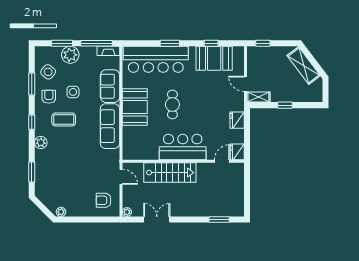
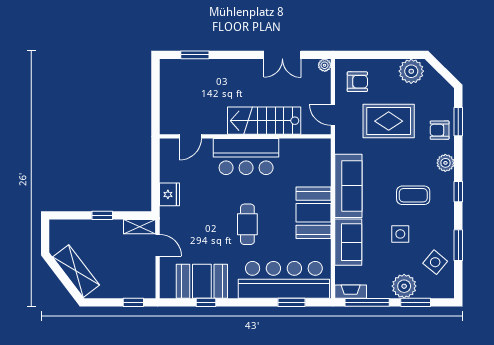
window: (170, 43) -> (292, 302), moved
armchair: (49, 97) -> (440, 130), moved, turned 90
cafe table: (172, 104) -> (247, 224), moved
fridge: (237, 152) -> (169, 150), removed
rug: (81, 172) -> (389, 121), added
plant: (61, 212) -> (411, 71), width x1.88, depth x1.88

